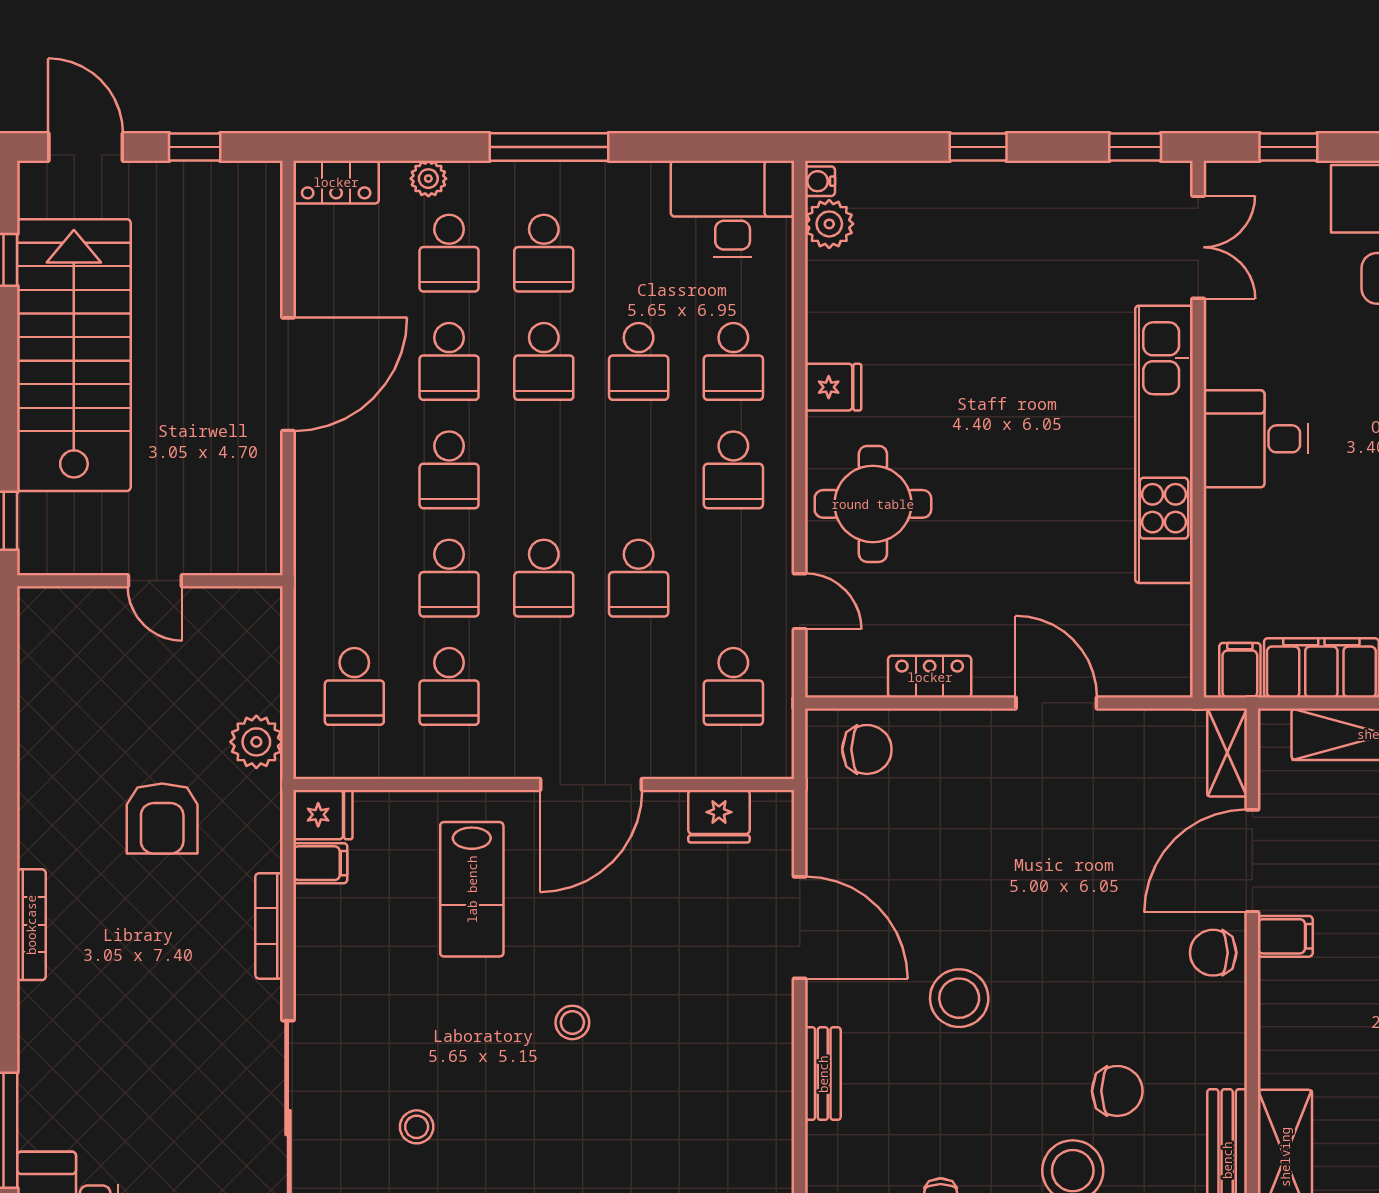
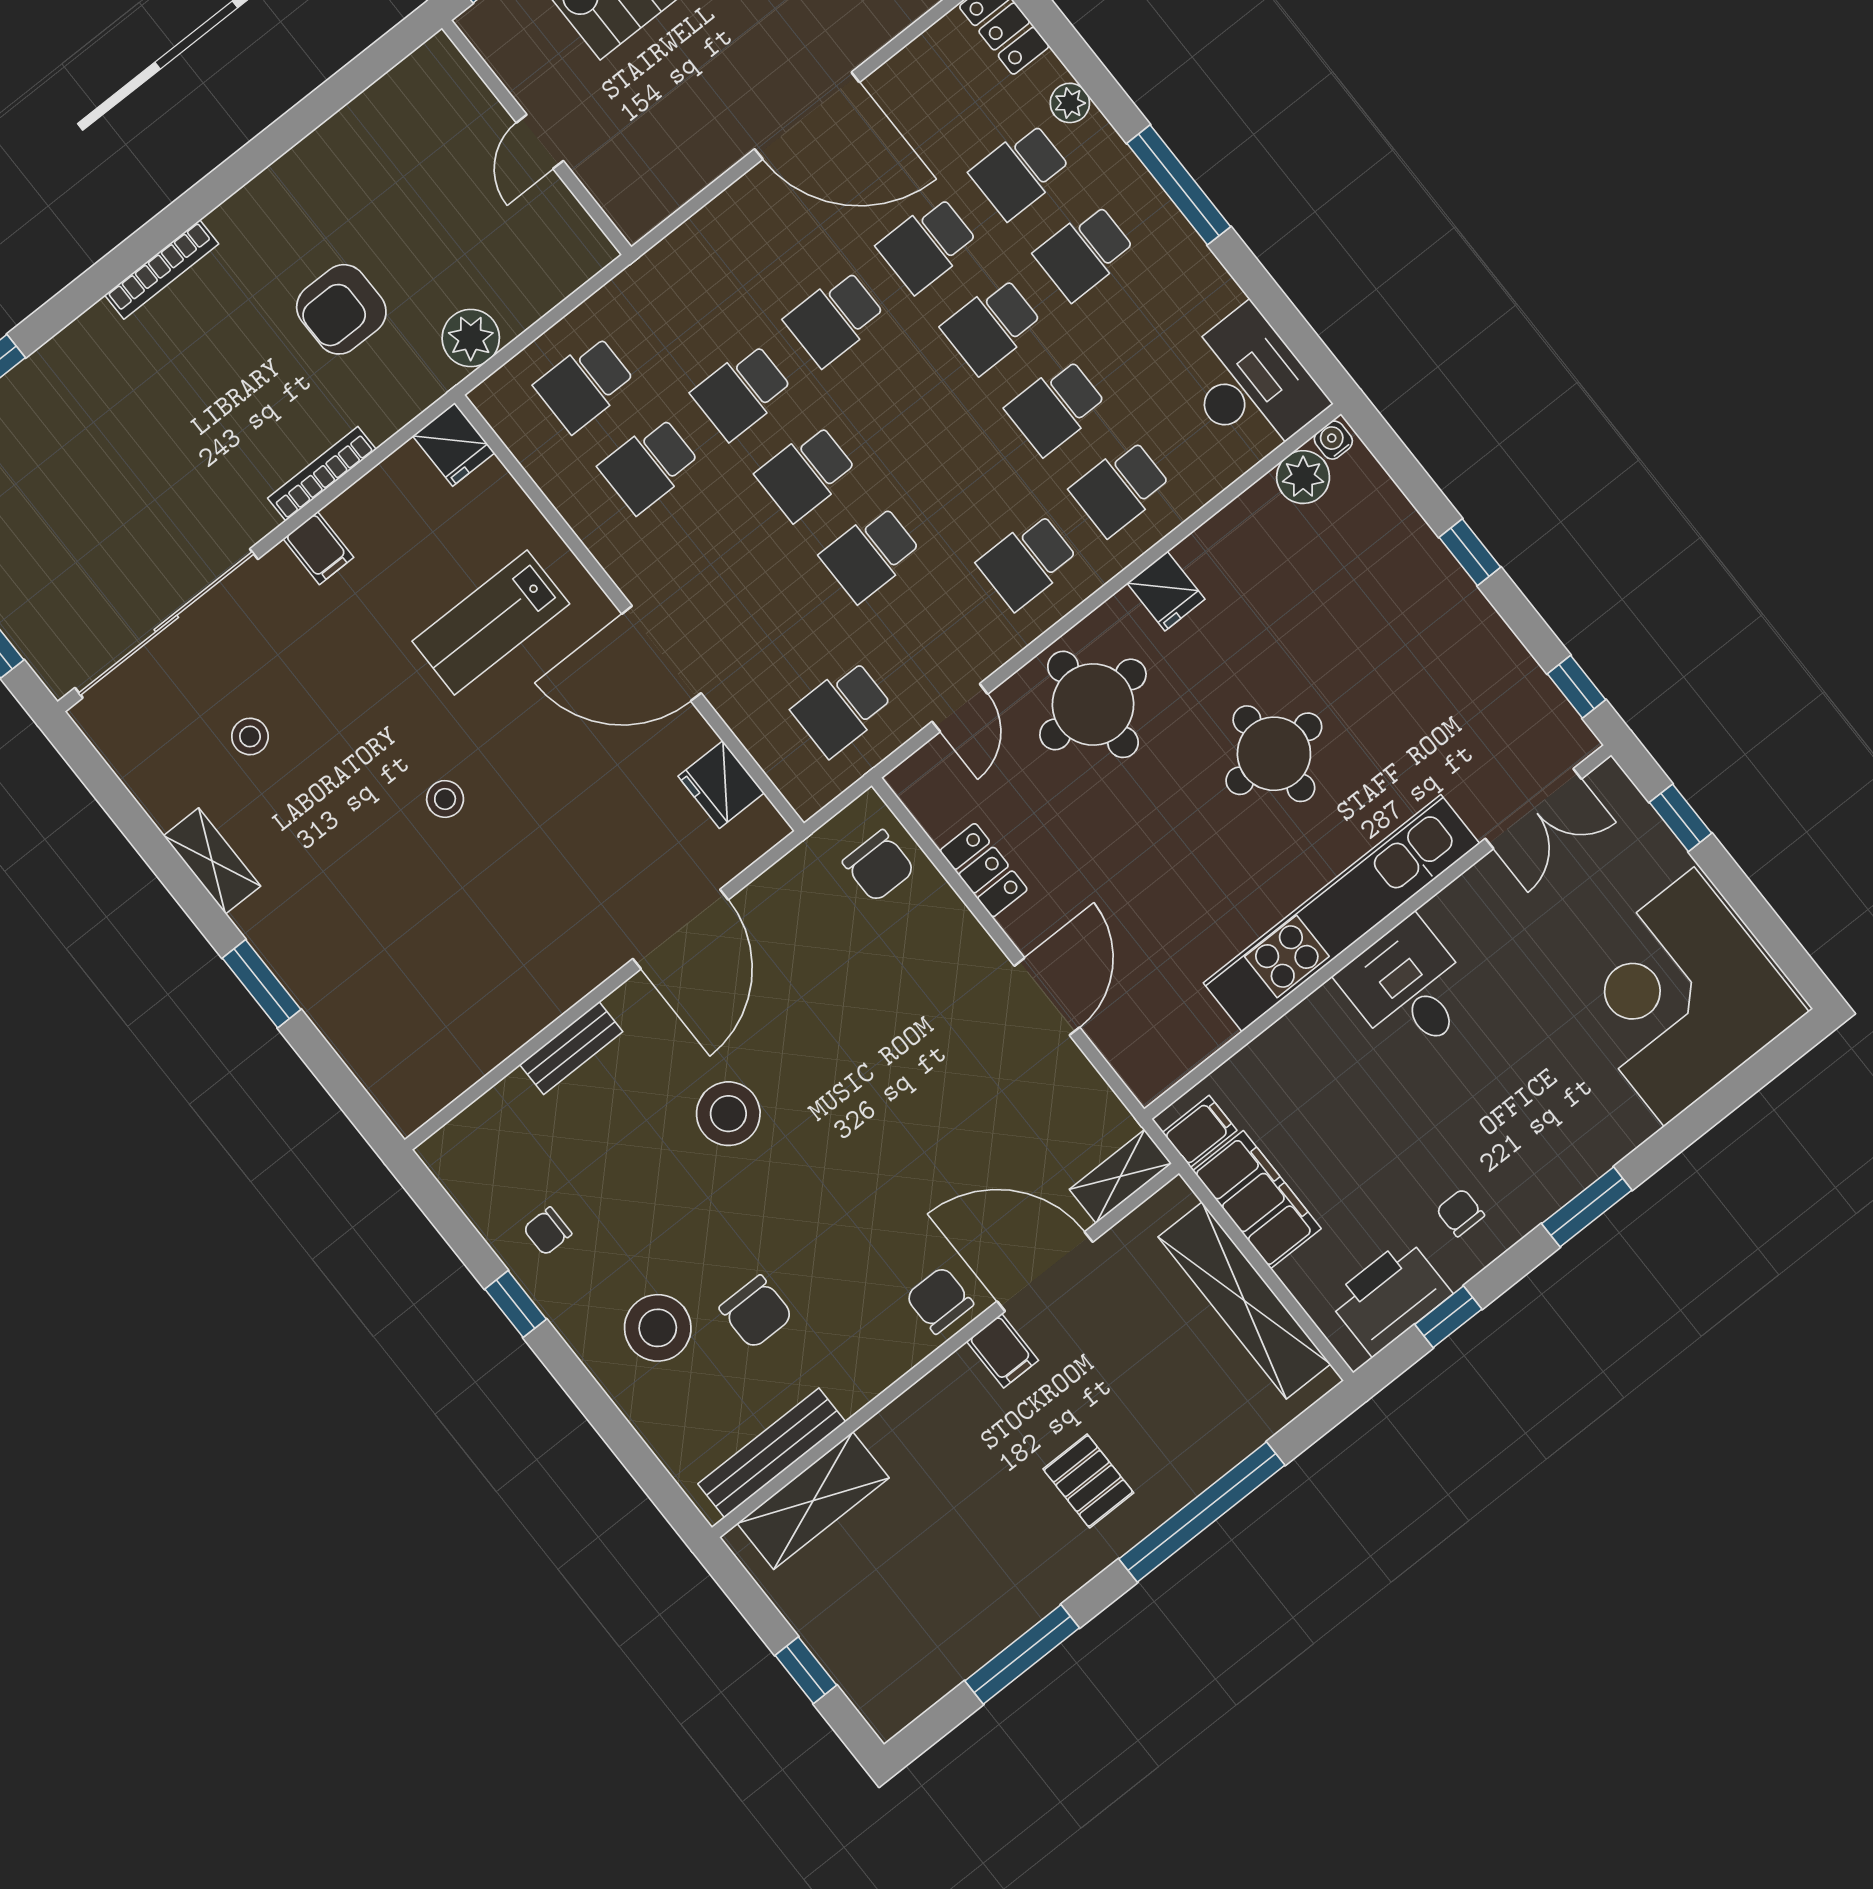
round table: (1011, 402) -> (1274, 754), added
filing cabinet: (320, 863) -> (318, 548), moved

